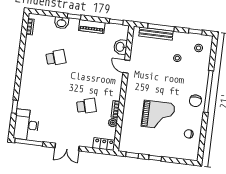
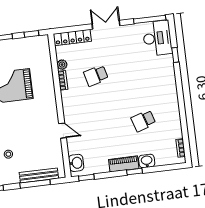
piano: (92, 27) -> (124, 164), moved
washbasin: (120, 47) -> (76, 163), moved
locker: (104, 144) -> (72, 38), width x1.53

